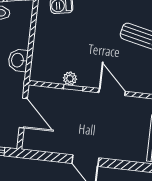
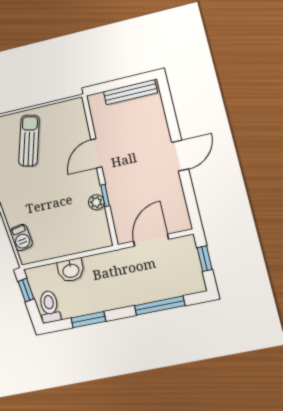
washbasin: (18, 60) -> (71, 270), moved

